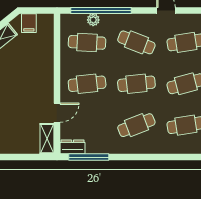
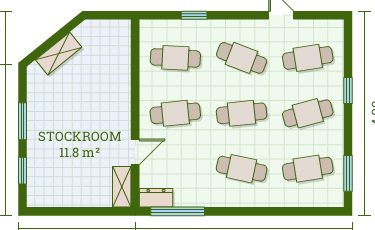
window: (101, 11) -> (194, 15), width x0.32
plant: (93, 20) -> (184, 28), removed
filing cabinet: (29, 23) -> (98, 32), removed
cafe table: (136, 125) -> (242, 169), turned 33

